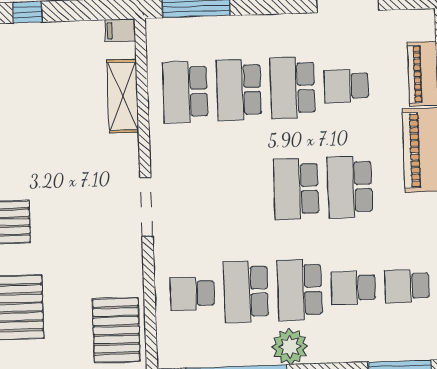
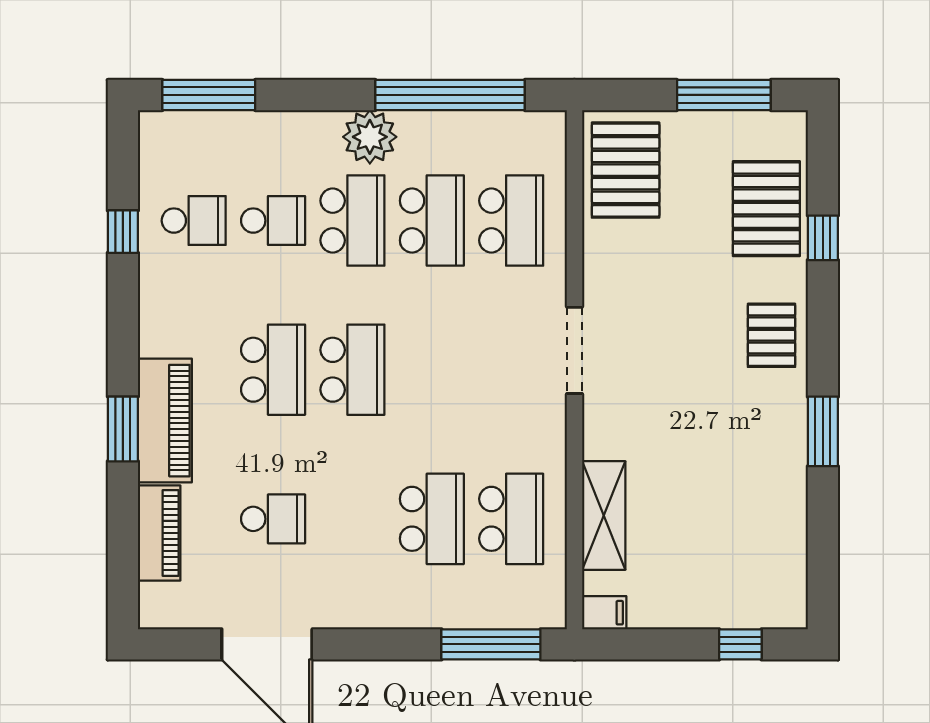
school desk: (293, 88) -> (352, 519), removed
school desk: (192, 293) -> (511, 221), width x1.85

